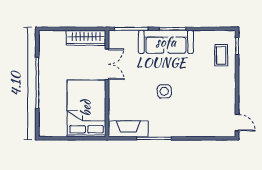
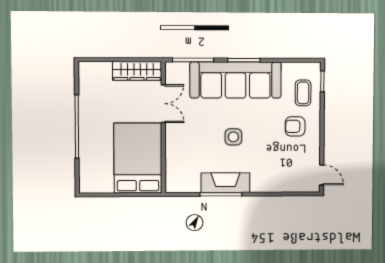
sofa: (166, 42) -> (236, 80), width x1.36, depth x1.27
armchair: (215, 83) -> (295, 126), added
fireplace: (128, 129) -> (225, 183), moved

